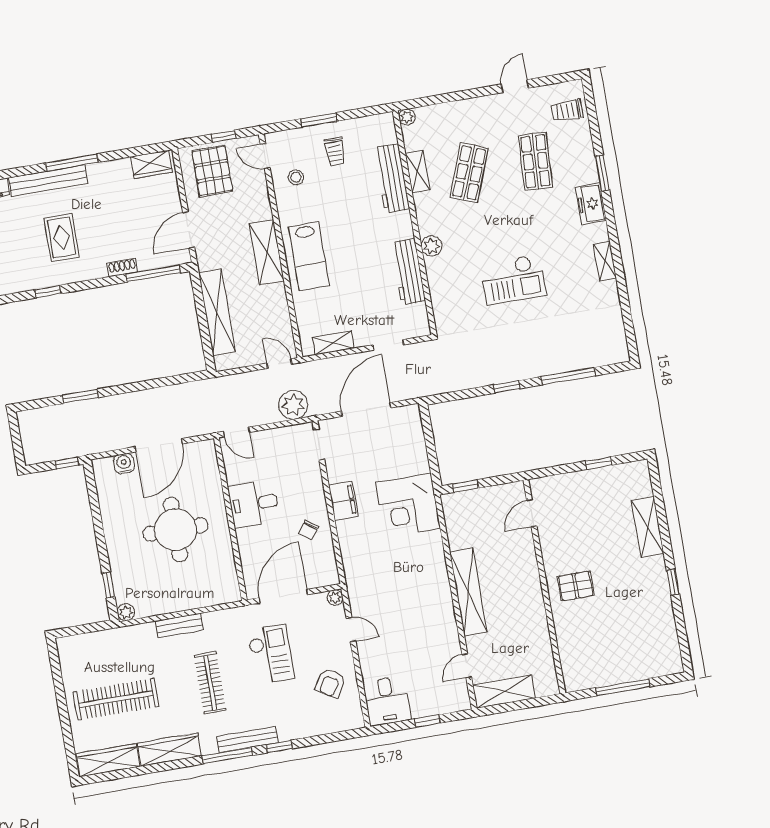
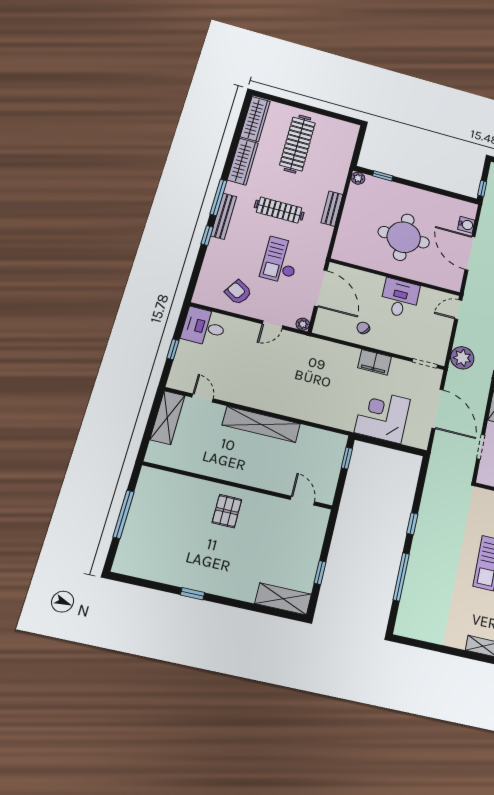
corner desk: (408, 506) -> (382, 416), moved
shelving: (648, 527) -> (283, 599), moved
checkout: (271, 654) -> (281, 260), turned 90

